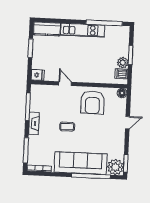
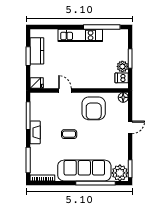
kitchen counter: (47, 29) -> (37, 51), moved, turned -90

